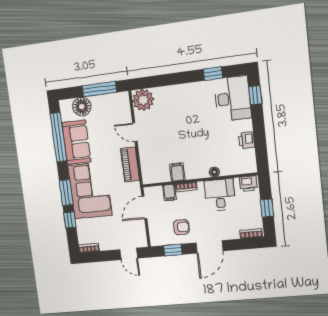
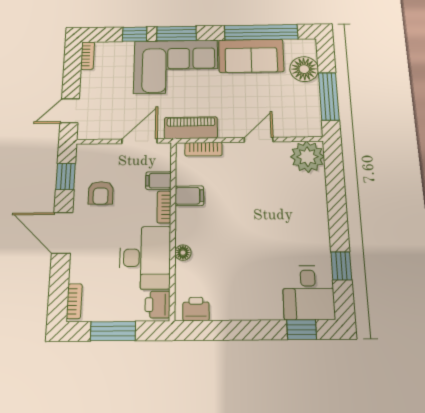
desk: (233, 99) -> (308, 293), width x0.73
printer: (247, 140) -> (196, 309), moved
piano: (130, 164) -> (191, 128), moved
bookcase: (145, 167) -> (203, 149), added
desk: (220, 195) -> (145, 258), width x1.37
door: (144, 207) -> (139, 141), hinge flipped
window: (267, 208) -> (113, 331), width x1.50

